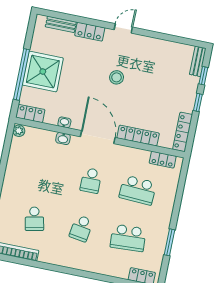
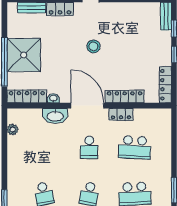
locker: (30, 113) -> (27, 96), width x1.53
plant: (19, 131) -> (13, 130), moved
washbasin: (63, 139) -> (55, 116), width x1.91, depth x1.45
locker: (163, 160) -> (121, 114), moved

